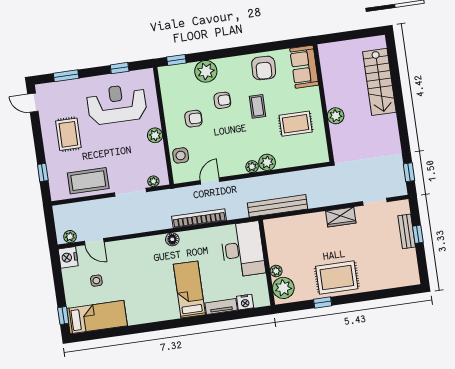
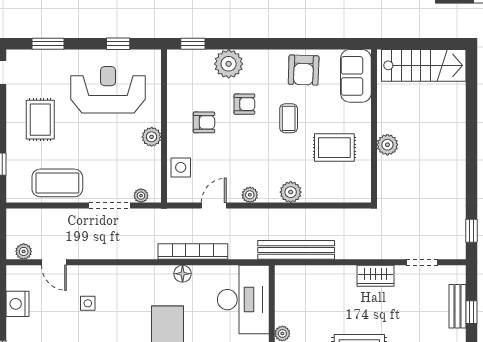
stairs: (379, 82) -> (424, 65), moved, turned -90
plant: (252, 167) -> (250, 195), moved
floor lamp: (172, 239) -> (183, 274), moved
nightstand: (68, 257) -> (17, 304), moved
side table: (96, 281) -> (88, 303), moved

